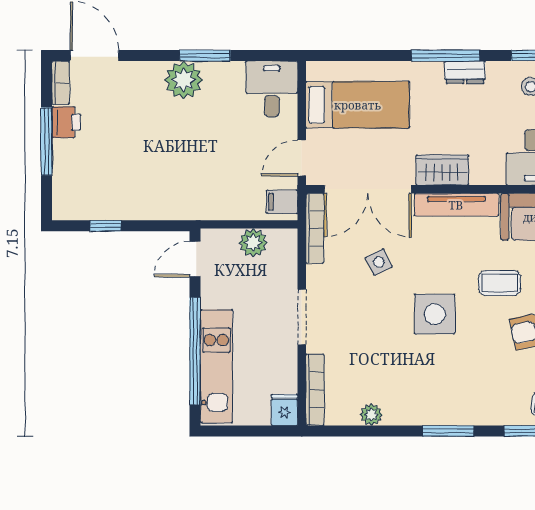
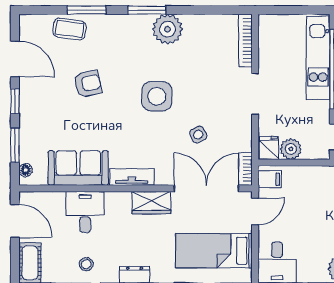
tv unit: (456, 205) -> (132, 177), width x0.71
bookcase: (315, 228) -> (245, 169), width x0.64
coffee table: (500, 283) -> (109, 119), removed
fridge: (285, 410) -> (269, 148), moved, turned 180
plant: (371, 415) -> (167, 29), moved, width x1.87, depth x1.87

